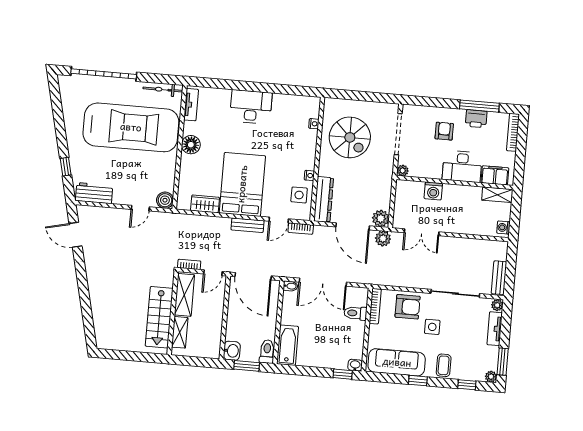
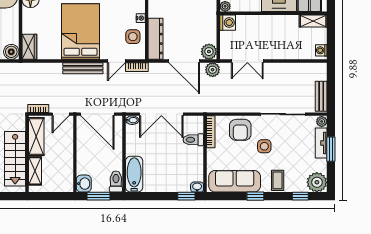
washing machine: (433, 191) -> (228, 23), moved, turned -90
wardrobe: (205, 204) -> (29, 47), moved, turned 90
bench: (247, 225) -> (83, 68), width x1.36
armchair: (408, 307) -> (240, 130), turned 90
window: (503, 362) -> (331, 149), moved
plant: (491, 377) -> (317, 182), width x1.88, depth x1.88

